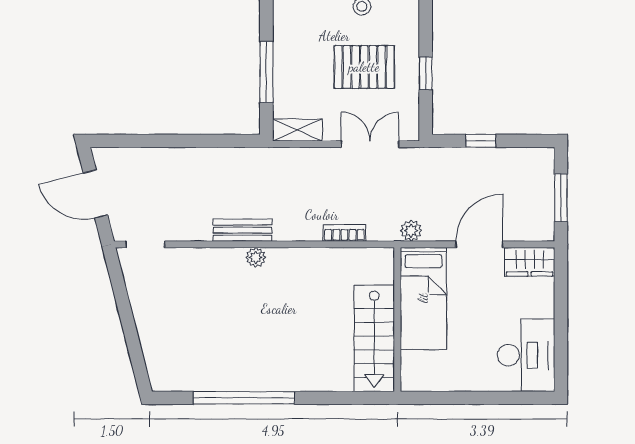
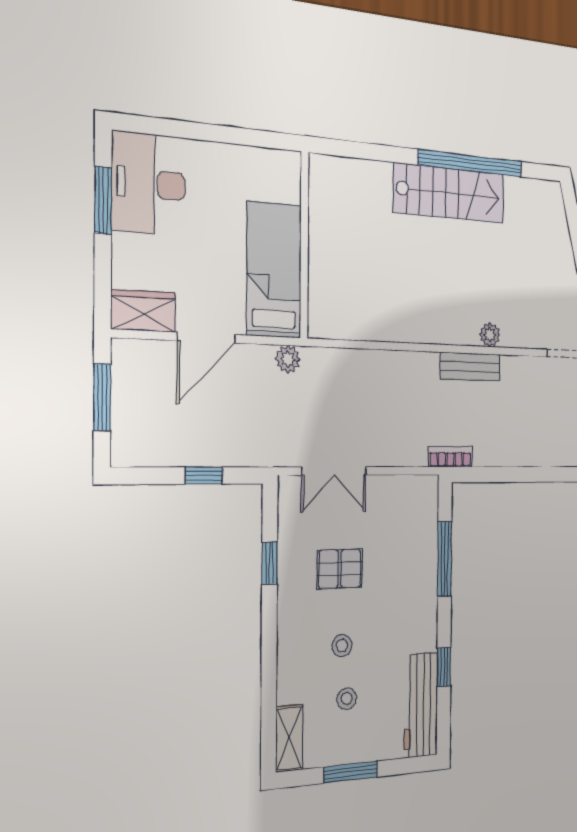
pallet: (364, 67) -> (340, 569), width x0.67, depth x0.71
shelving: (297, 130) -> (413, 488), removed
bookcase: (344, 233) -> (450, 457), moved, turned 180
plant: (256, 257) -> (490, 335), moved
stairs: (374, 338) -> (449, 193), moved, turned 90
window: (561, 340) -> (103, 200), added

